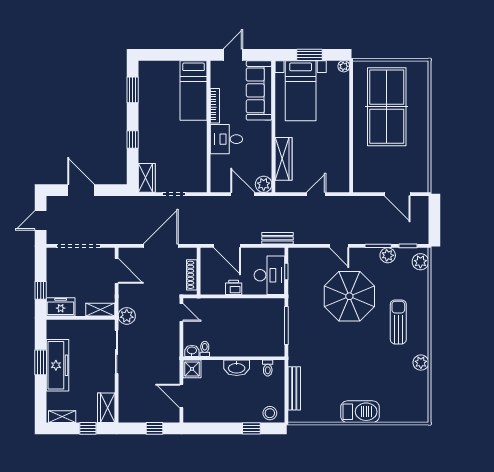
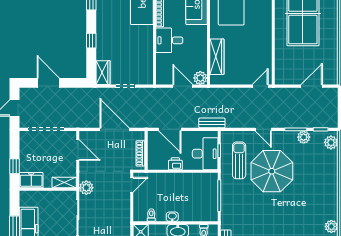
door: (316, 194) -> (260, 86), moved
door: (397, 194) -> (312, 86), swing flipped
door: (161, 246) -> (115, 129), hinge flipped
door: (181, 312) -> (132, 185), hinge flipped
sun lounger: (398, 322) -> (239, 160), moved
washbasin: (192, 351) -> (172, 217), moved

